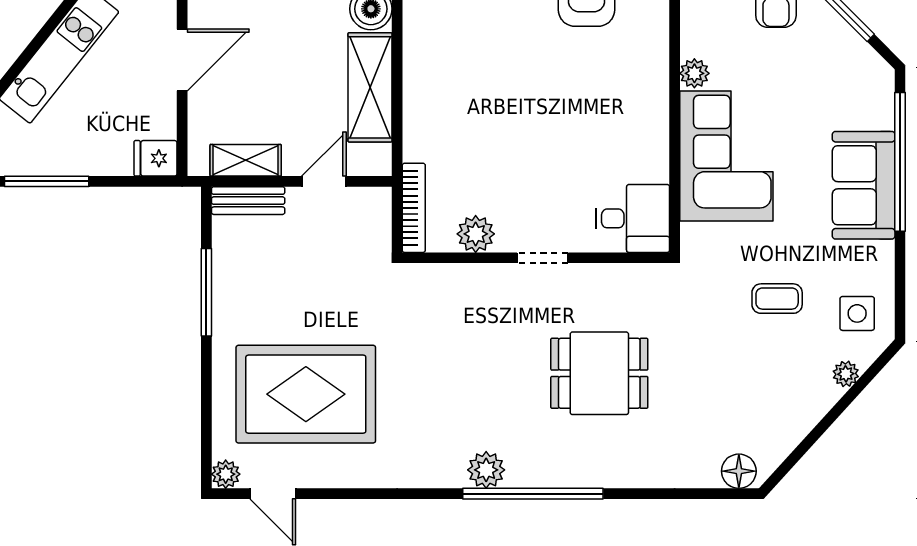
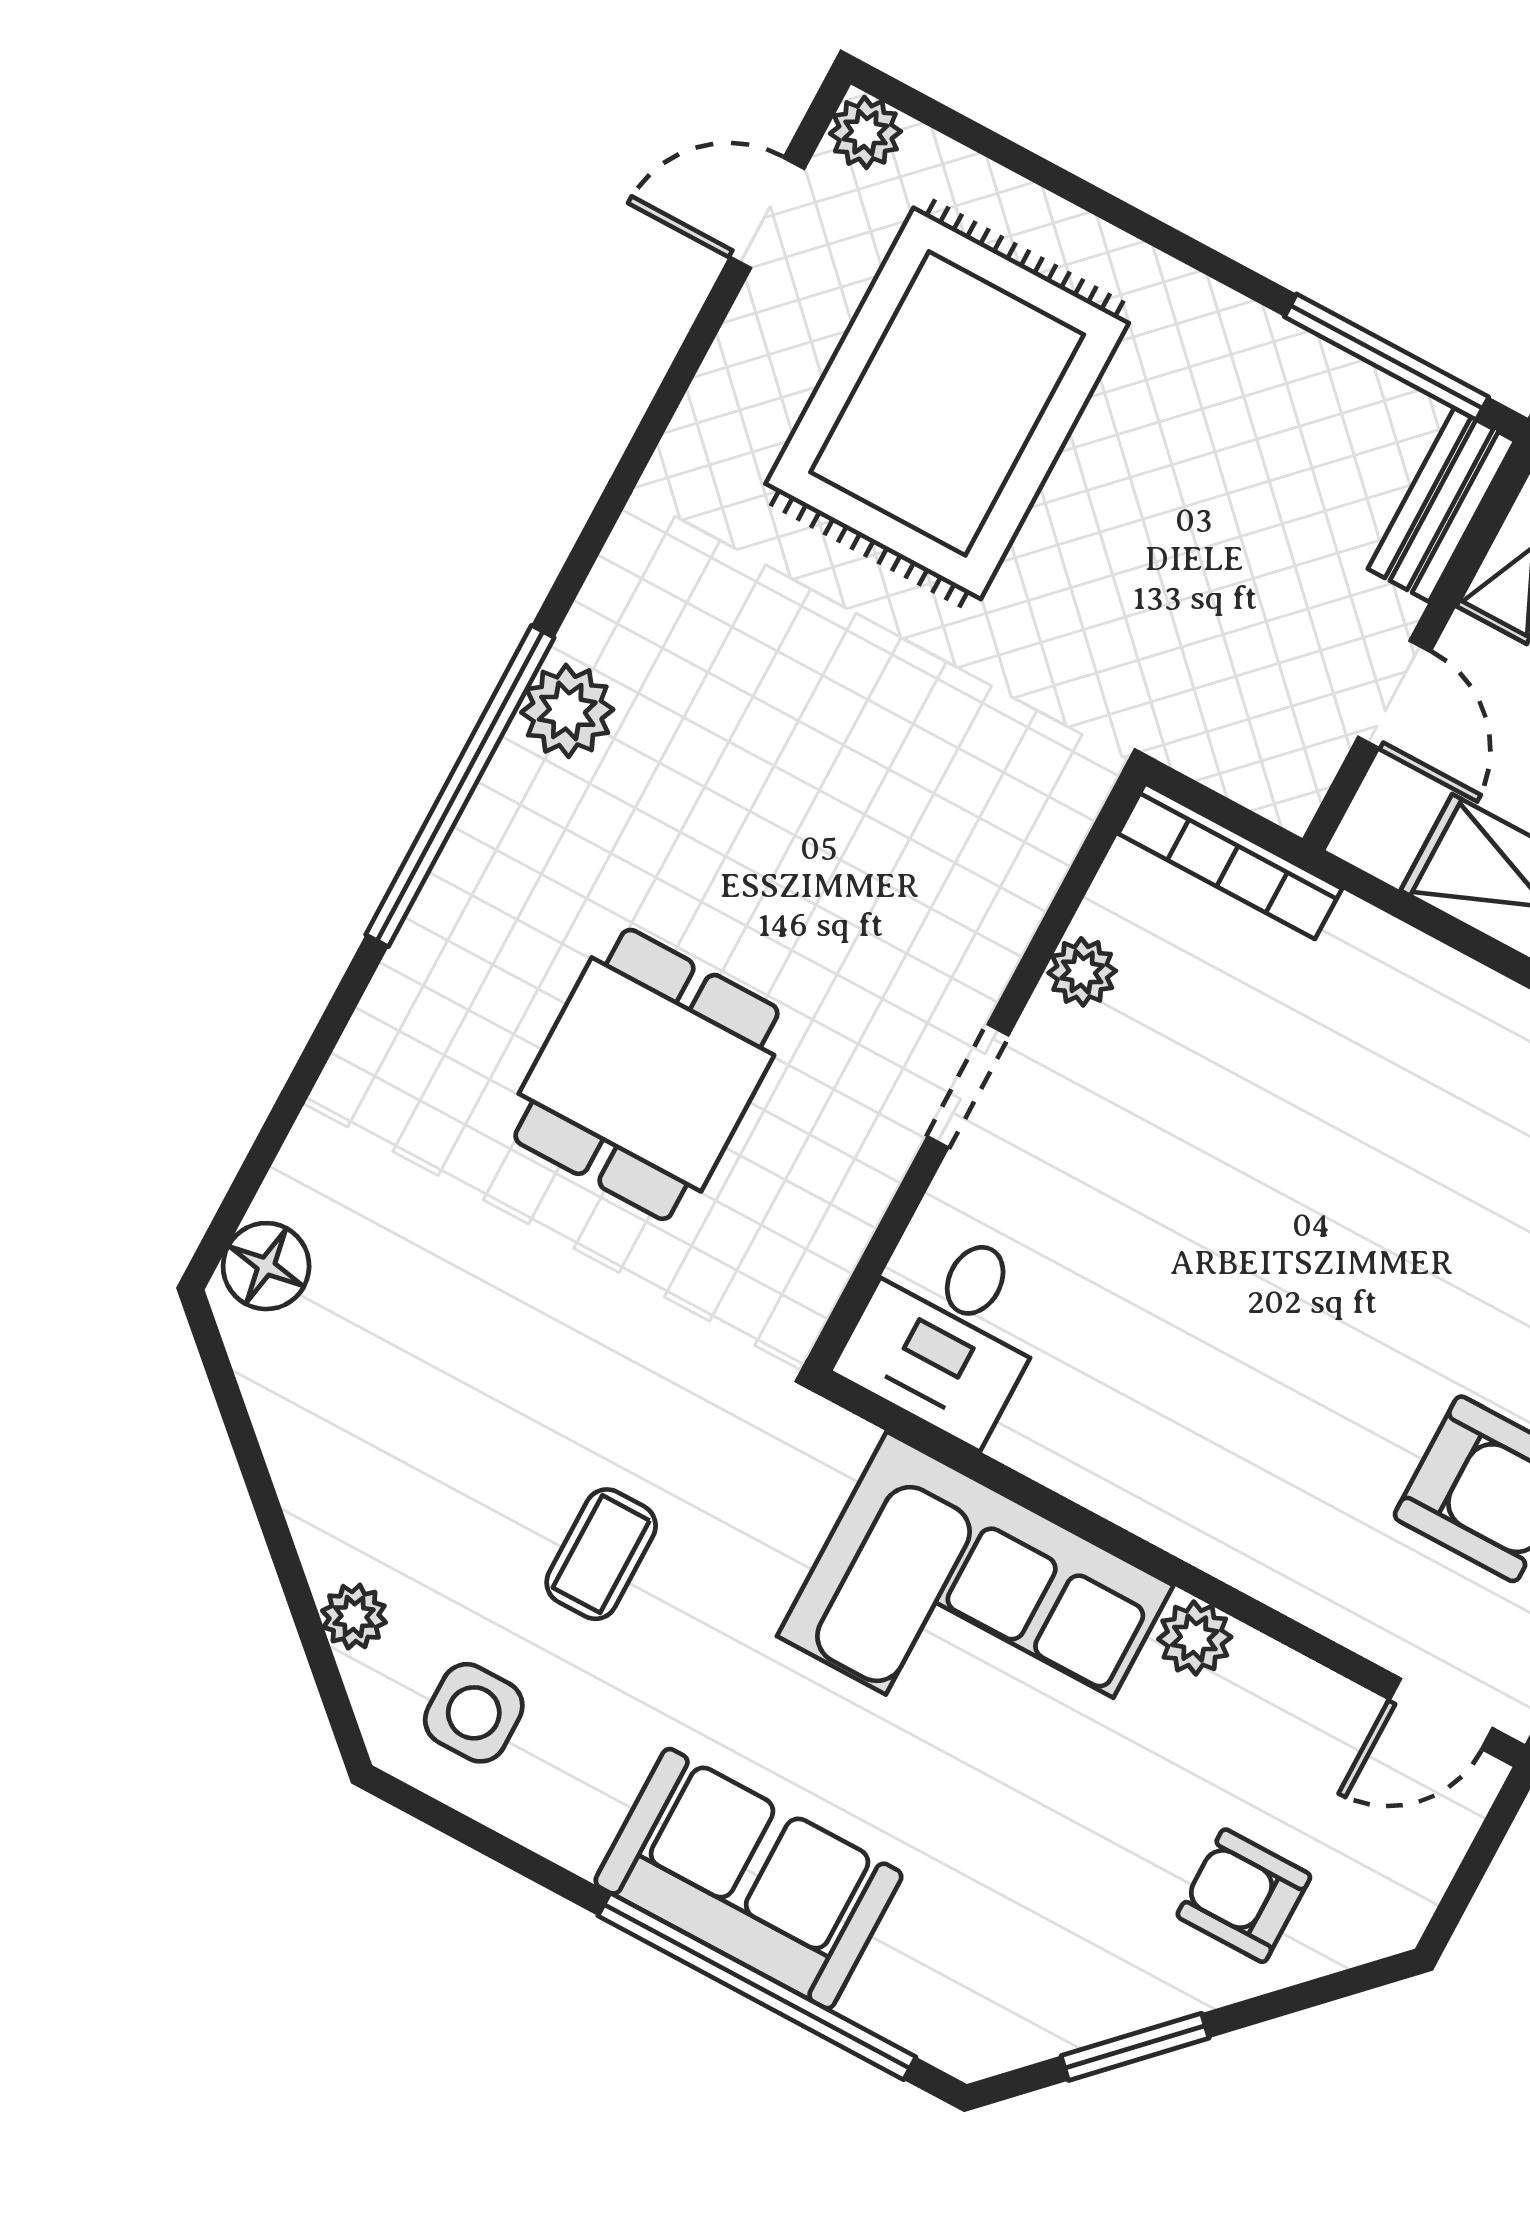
plant: (476, 234) -> (1082, 972), width x0.73, depth x0.73
window: (206, 292) -> (1387, 357), moved

